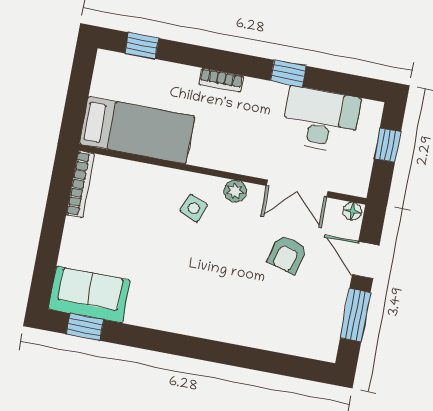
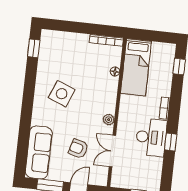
desk: (321, 119) -> (151, 137), moved
side table: (194, 208) -> (62, 94), moved, width x1.87, depth x1.87
floor lamp: (352, 211) -> (115, 72), moved
sofa: (89, 295) -> (39, 152), moved, width x1.36

